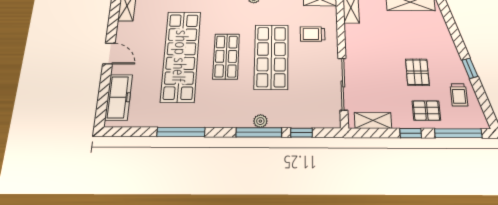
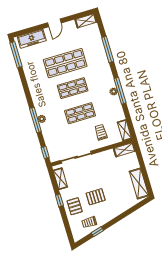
shop shelf: (181, 56) -> (65, 63), width x0.71
shop shelf: (271, 57) -> (80, 113), width x0.70, depth x0.74
window: (470, 68) -> (97, 232), moved
window: (181, 132) -> (16, 55), moved
window: (302, 133) -> (45, 152), moved
window: (458, 133) -> (67, 226), removed

